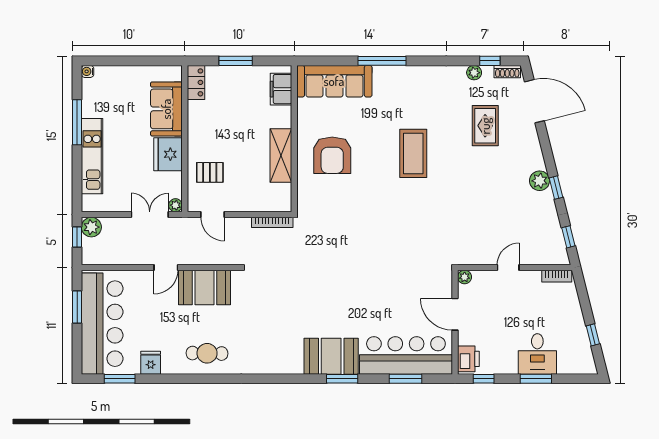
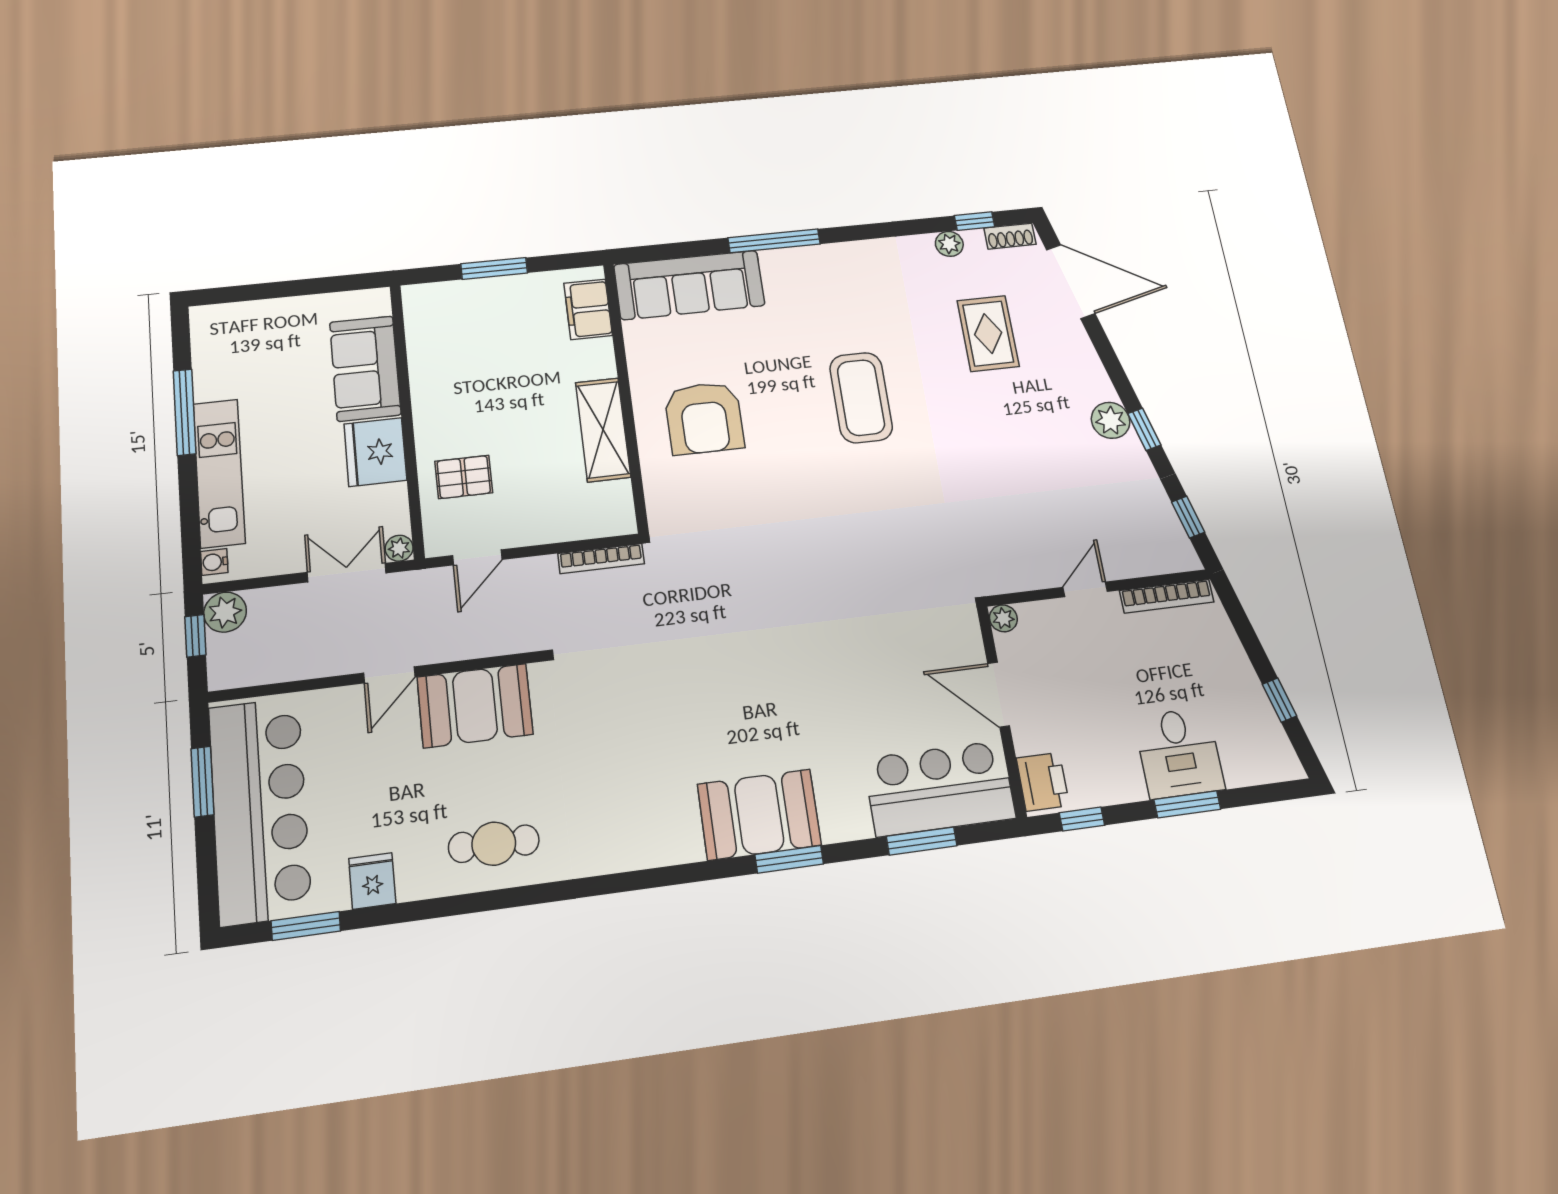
water cooler: (88, 71) -> (214, 562), moved
locker: (196, 82) -> (420, 314), removed
door: (213, 215) -> (477, 557), hinge flipped
bookcase: (557, 276) -> (1167, 596), width x1.56
bar counter: (406, 355) -> (940, 788), width x0.73

